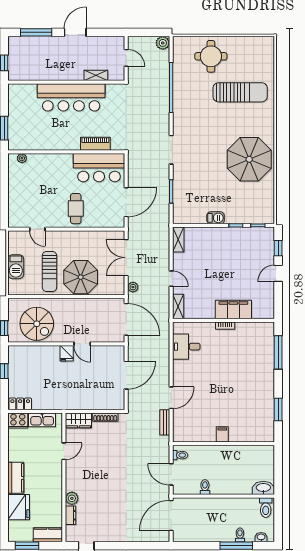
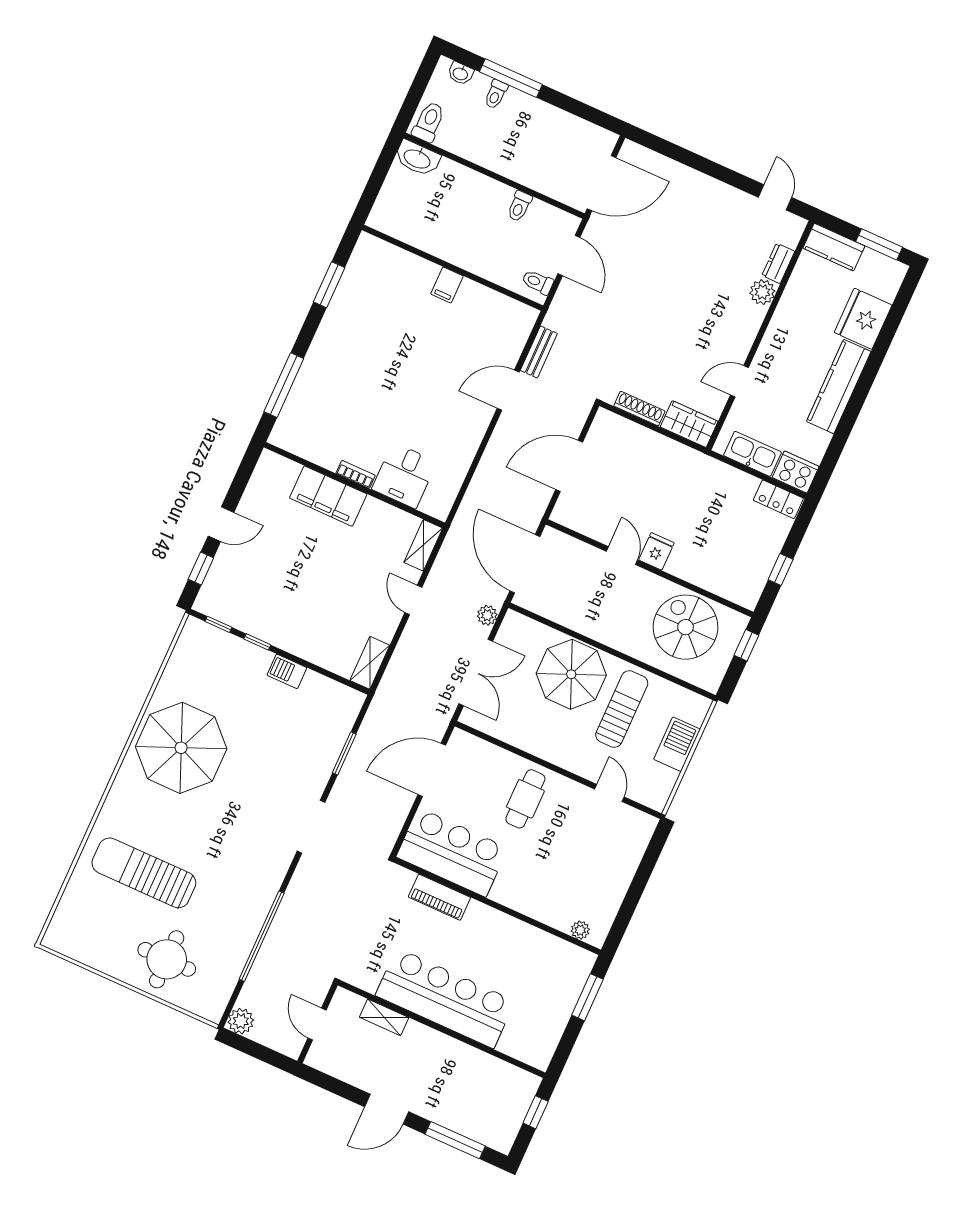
desk: (186, 347) -> (404, 475), moved, turned 90
kitchen counter: (16, 478) -> (839, 386), width x1.50

